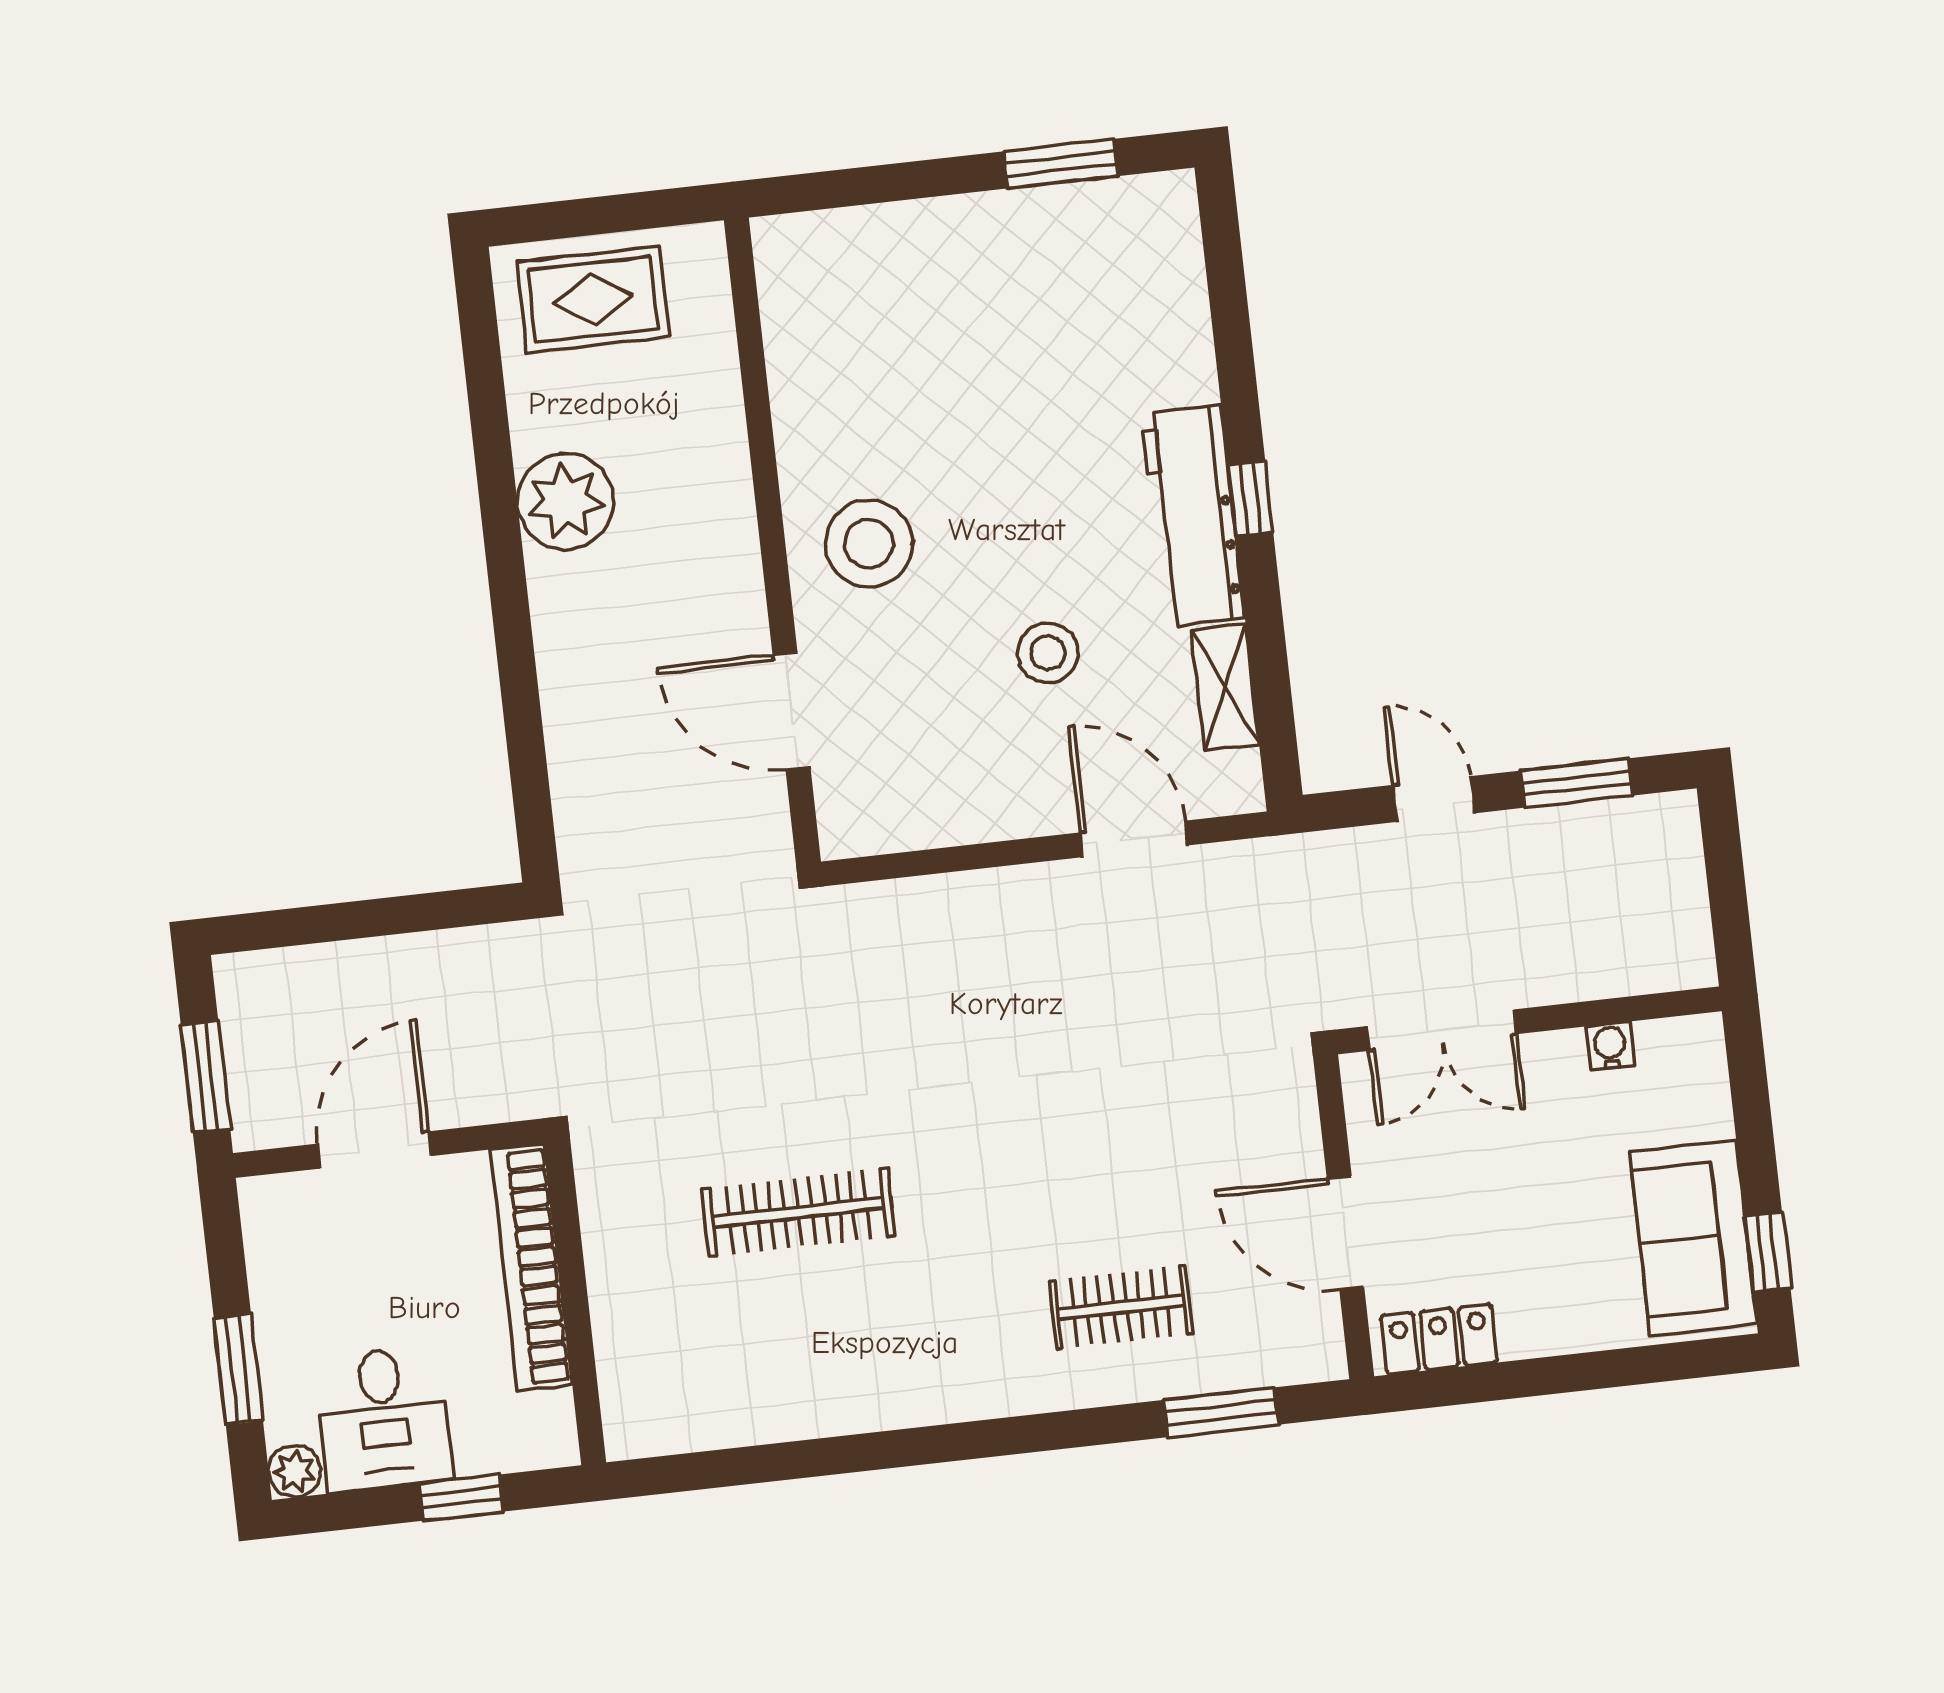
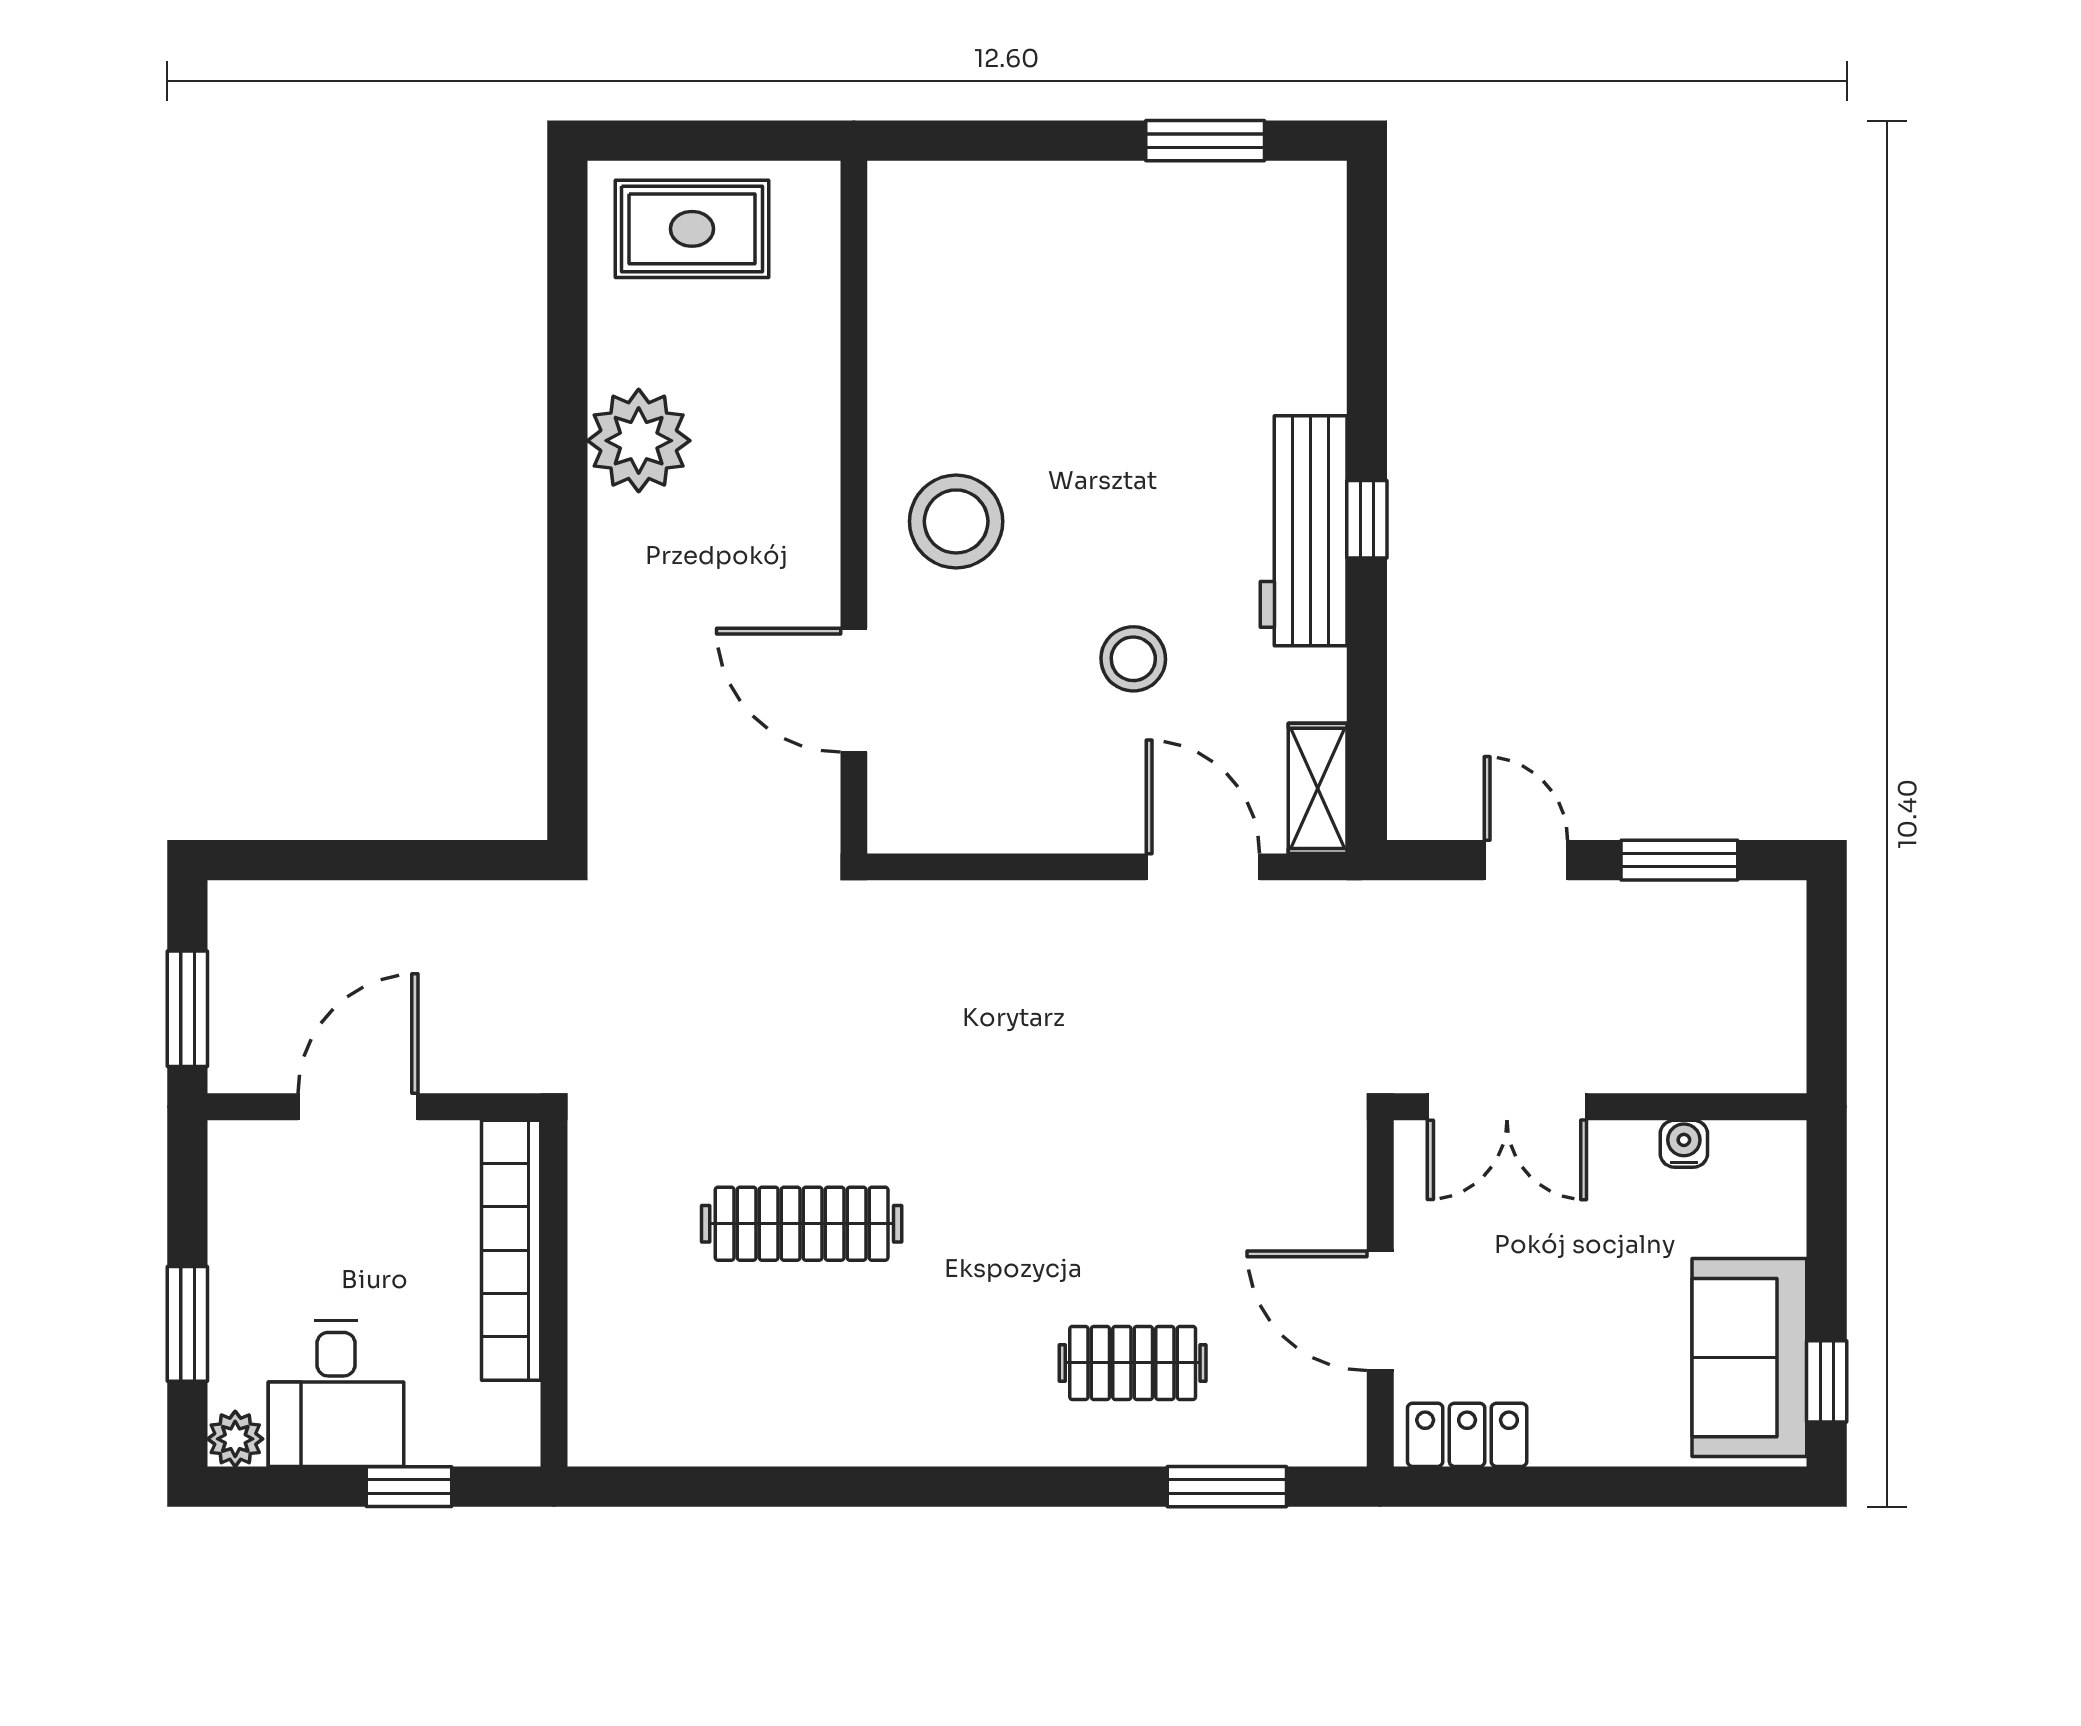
shelving: (1225, 687) -> (1318, 788), moved

